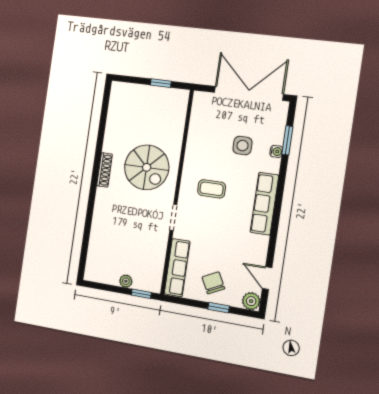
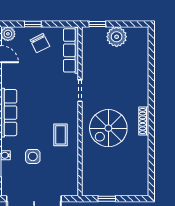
spiral stairs: (147, 167) -> (108, 128), turned -90
coffee table: (212, 189) -> (61, 135), moved, turned 90
plant: (126, 281) -> (117, 37), width x1.87, depth x1.87

